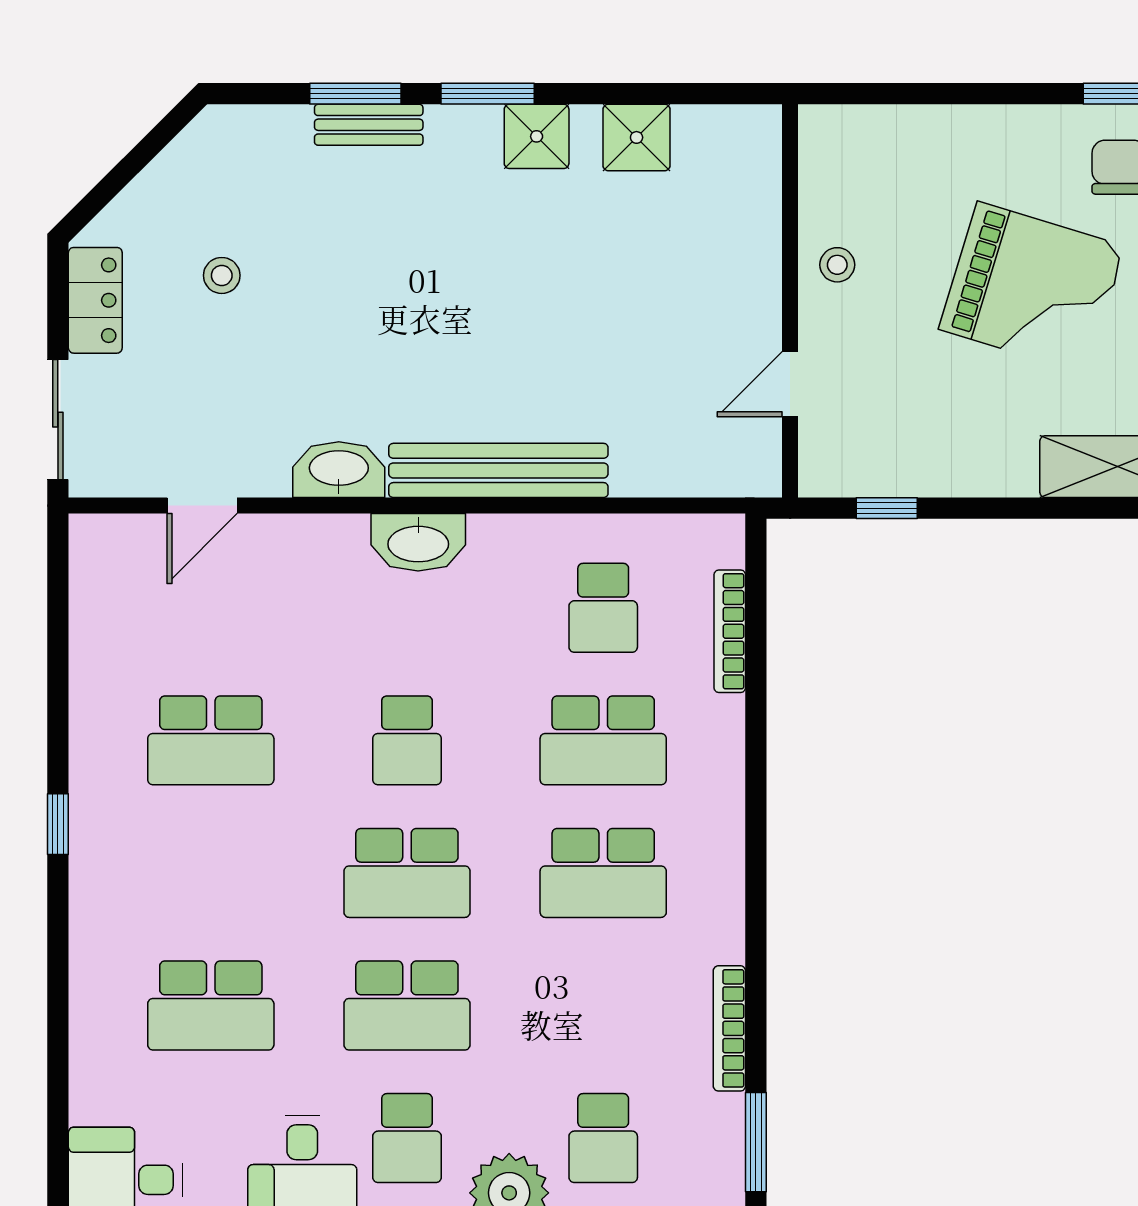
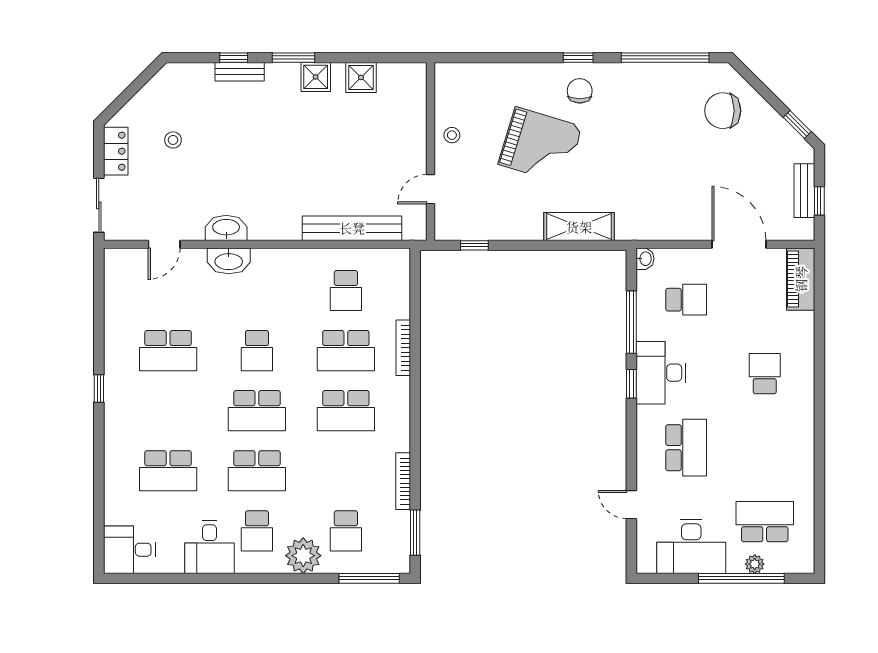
window: (355, 94) -> (234, 58), width x0.67
bench: (498, 470) -> (352, 228), moved
washbasin: (418, 542) -> (229, 261), moved
bookcase: (730, 631) -> (403, 348), moved

